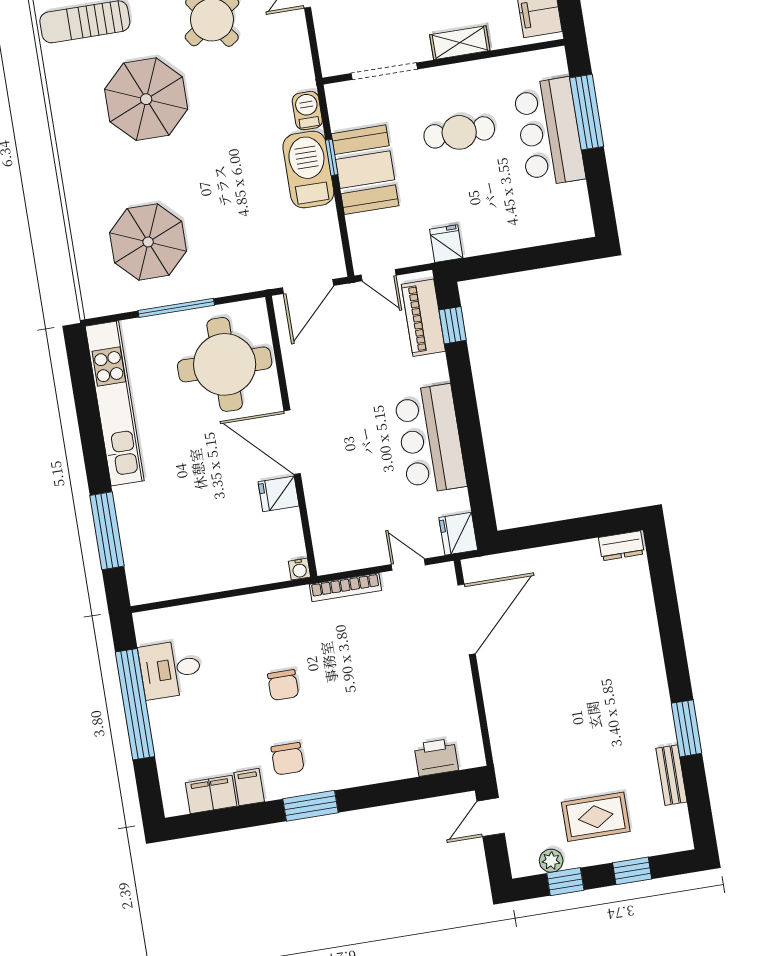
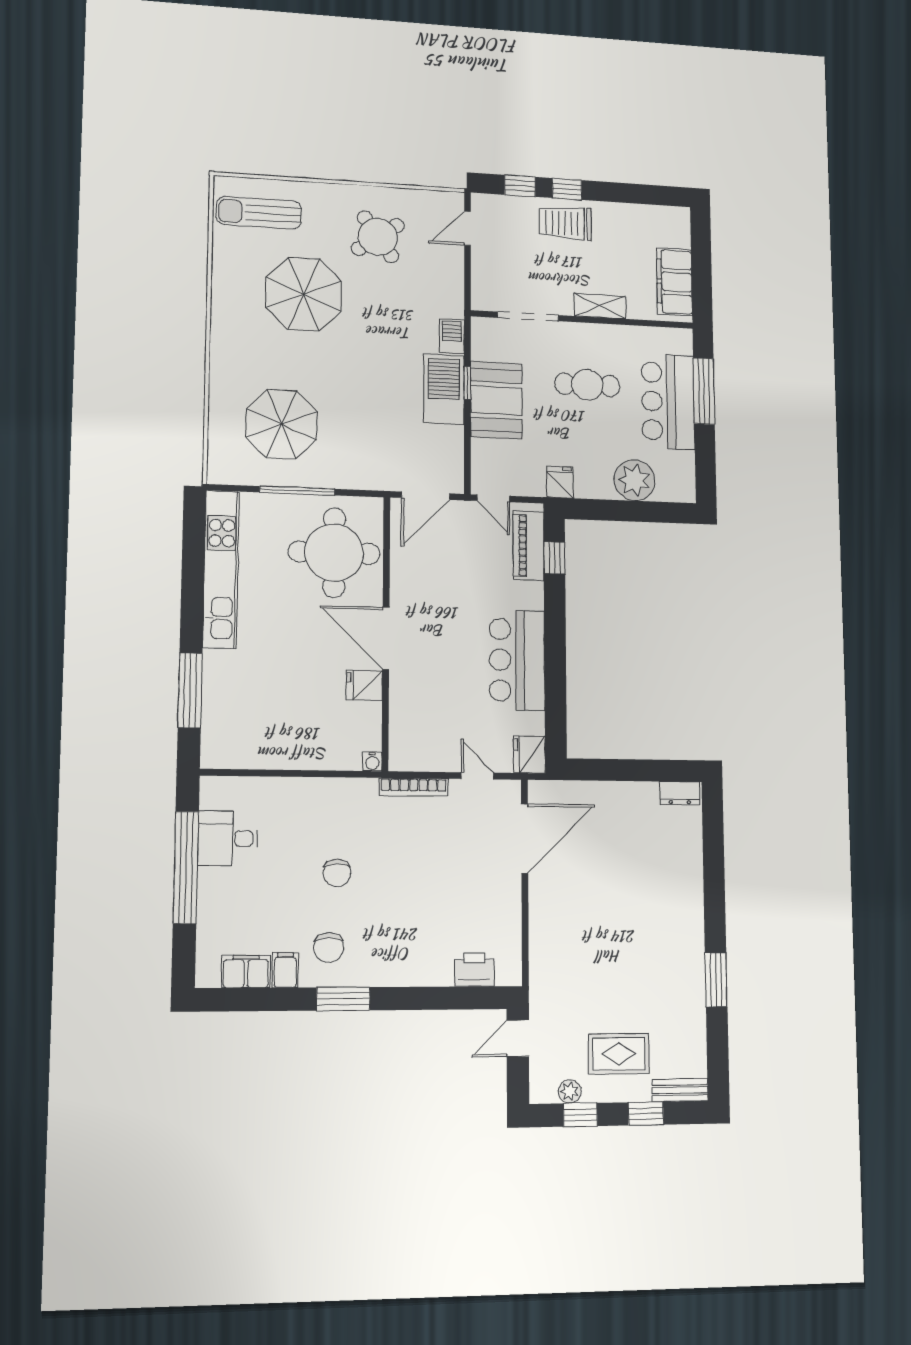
plant: (525, 225) -> (635, 480), added
bench: (671, 775) -> (680, 1090), moved, turned 90

